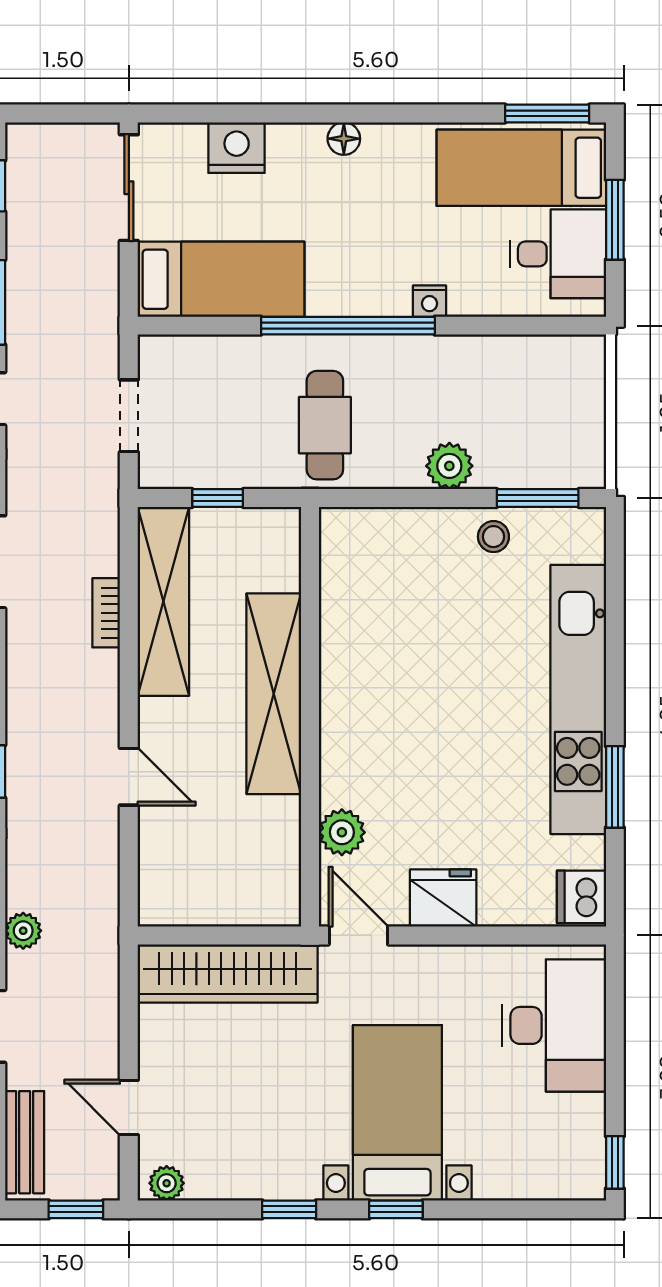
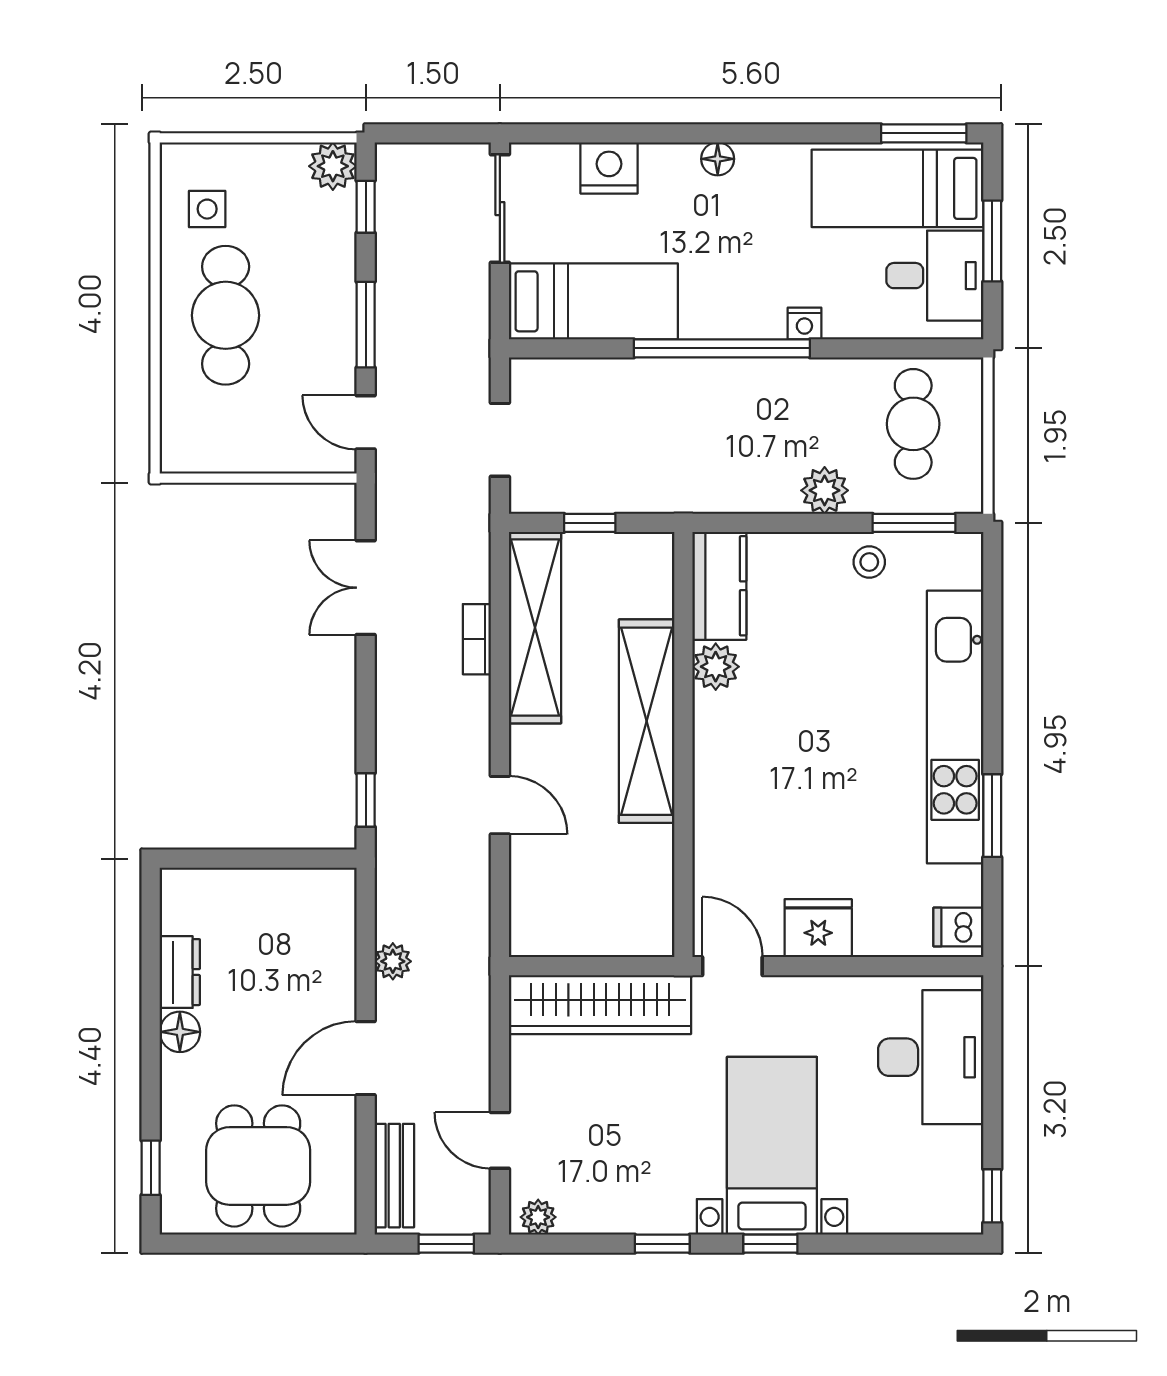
cafe table: (325, 425) -> (913, 424), moved
kitchen counter: (345, 560) -> (719, 586), added
plant: (342, 832) -> (716, 667), moved
dishwasher: (581, 897) -> (958, 927), width x0.73

